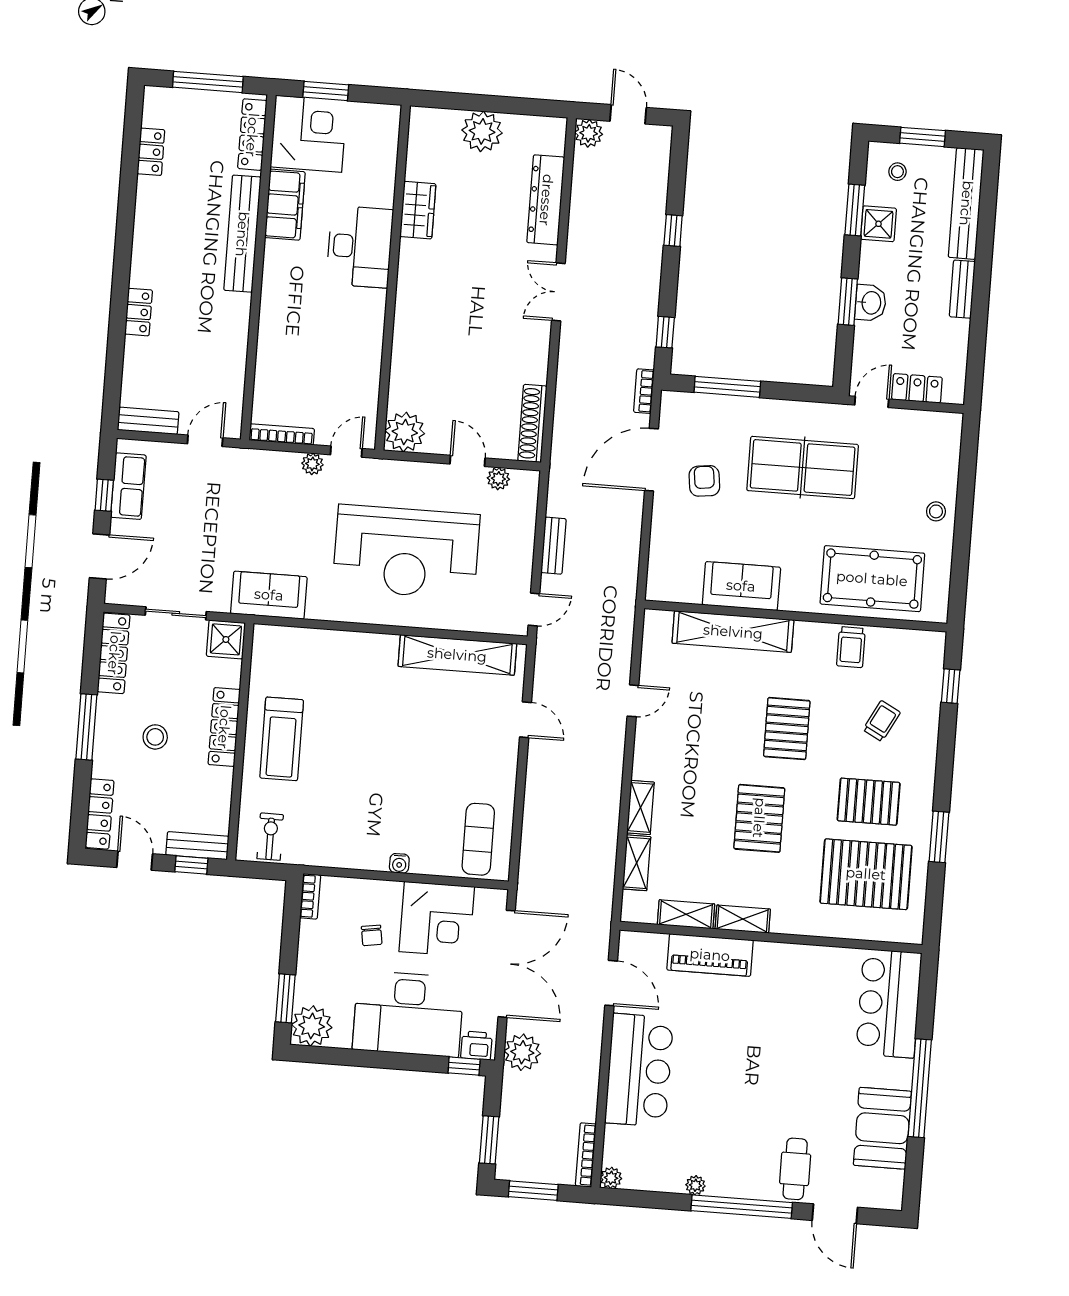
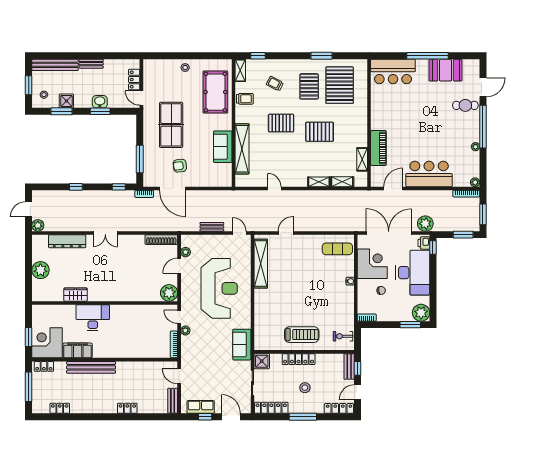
locker: (252, 135) -> (44, 366), width x0.66
shelving: (743, 919) -> (240, 70), moved

